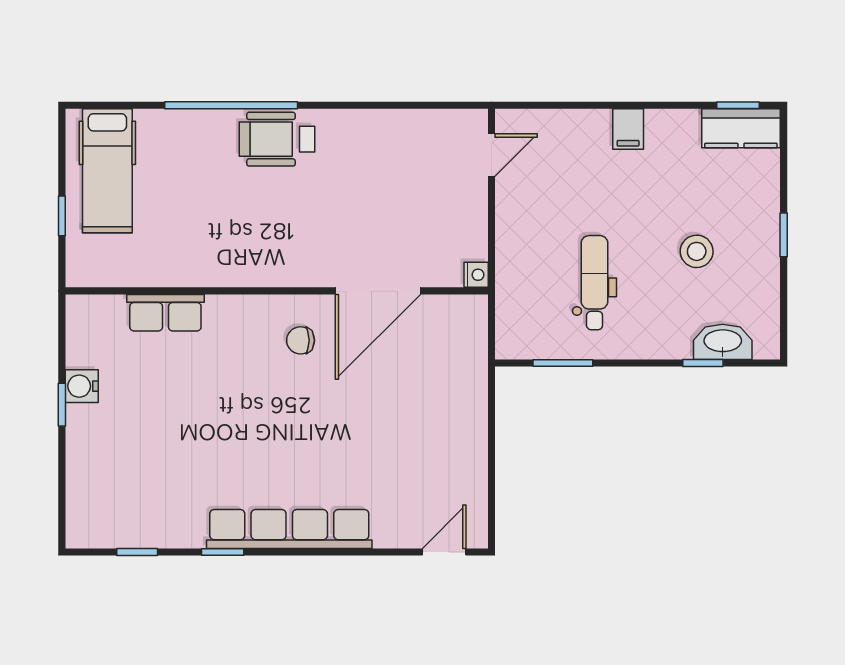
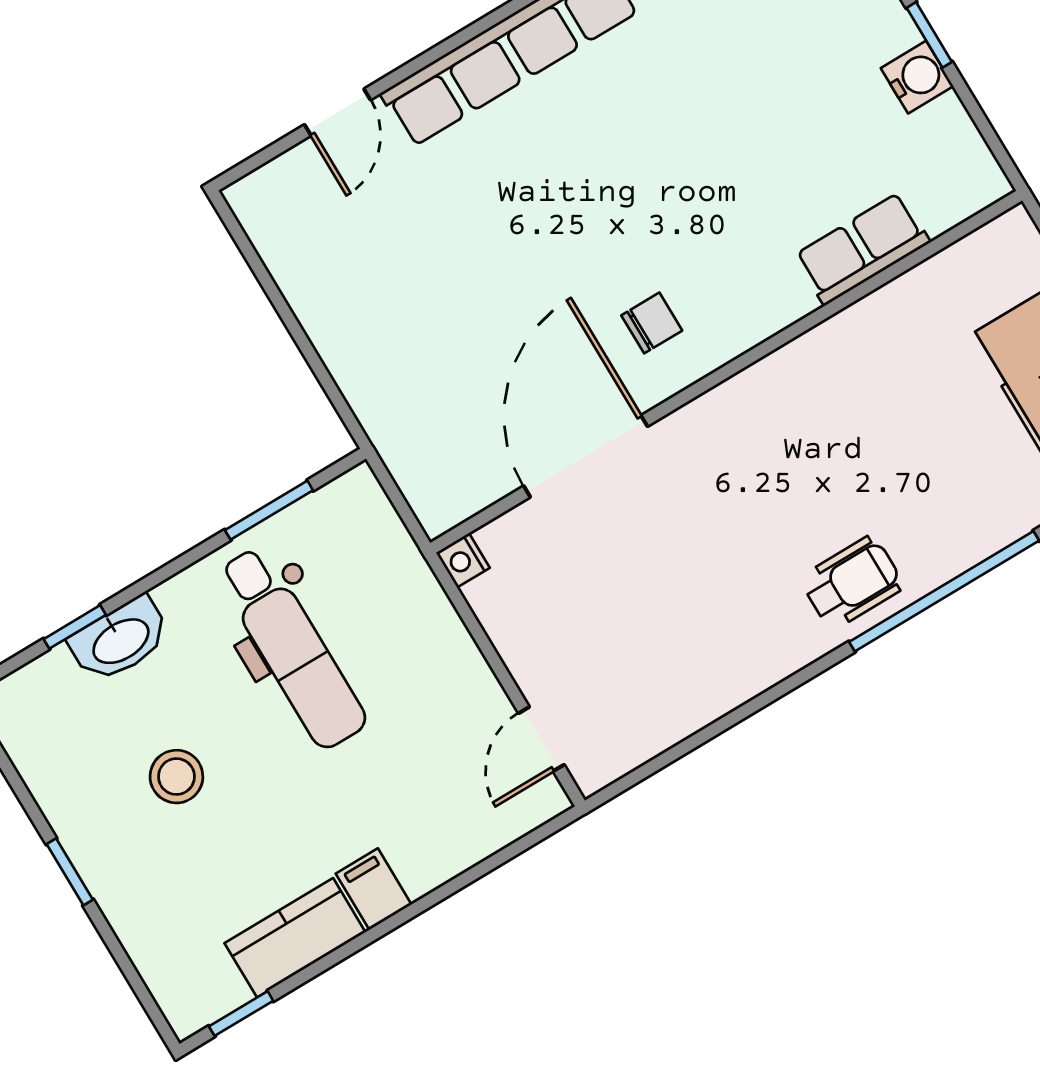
kitchen counter: (741, 128) -> (295, 938), moved
wheelchair: (277, 139) -> (852, 582), width x0.73, depth x0.73
dental chair: (595, 283) -> (292, 648), width x1.36, depth x1.38
washbasin: (723, 342) -> (120, 640), moved
door: (444, 552) -> (337, 112), moved

